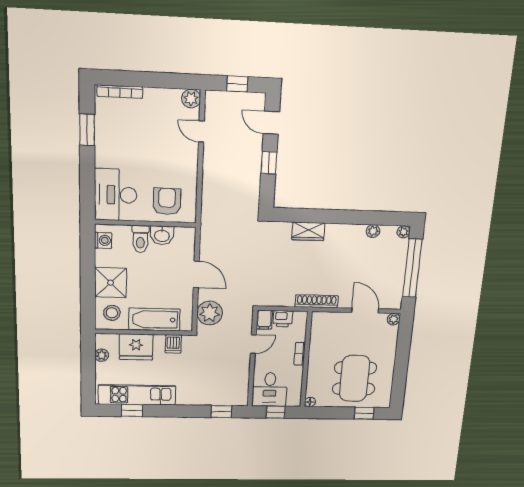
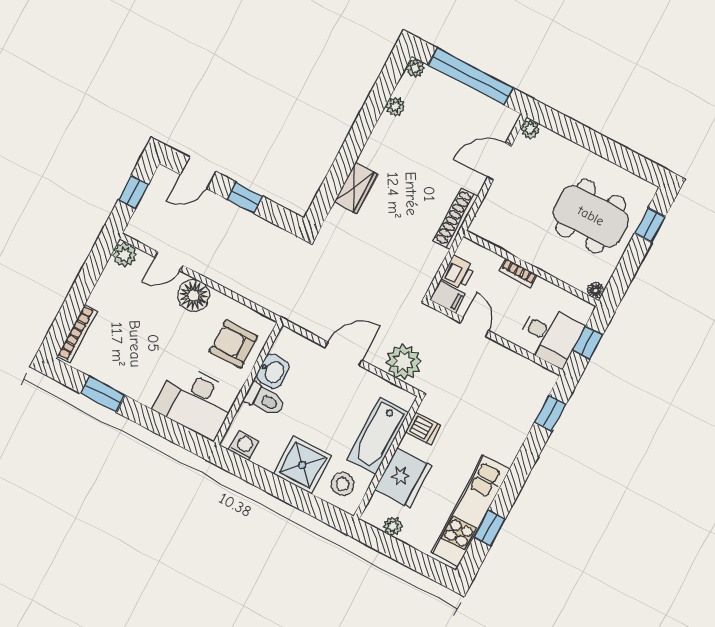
floor lamp: (186, 159) -> (194, 295), added

